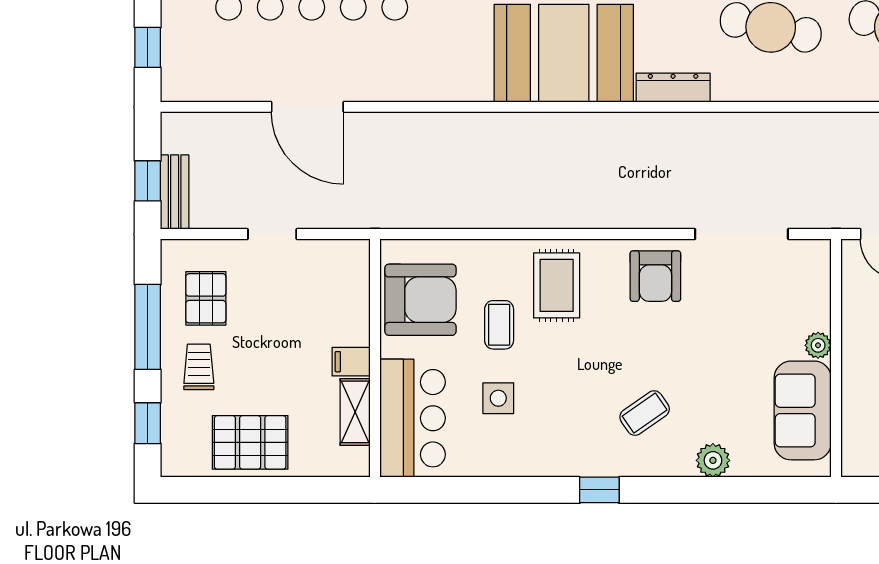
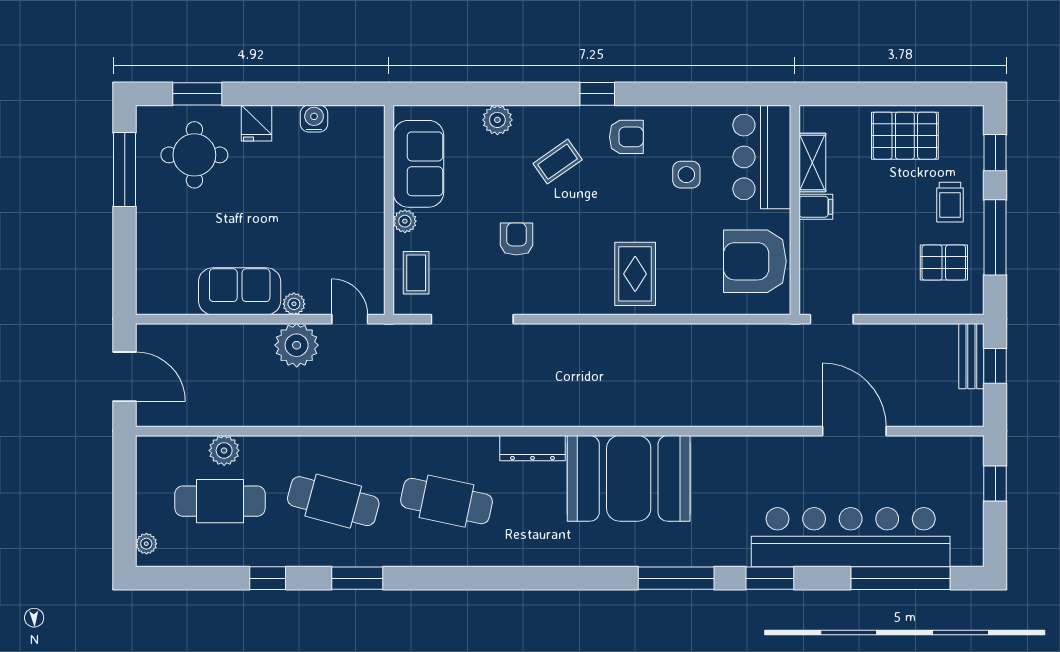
doorway: (272, 234) -> (832, 319), moved
armchair: (655, 276) -> (516, 239), moved, width x0.72, depth x0.72
pallet: (206, 298) -> (944, 263), turned 90
coffee table: (499, 325) -> (416, 273), moved
armchair: (566, 441) -> (626, 137), added

